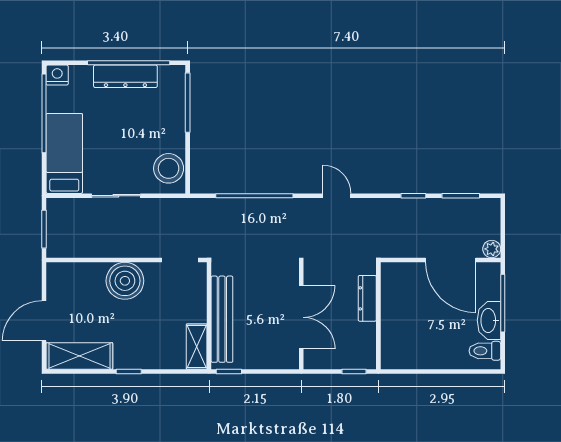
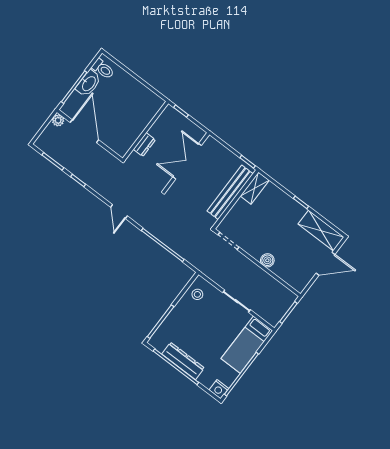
stool: (169, 168) -> (197, 294), width x0.53, depth x0.53
boiler: (125, 281) -> (267, 260), width x0.54, depth x0.54
dresser: (367, 298) -> (144, 145), width x0.70

